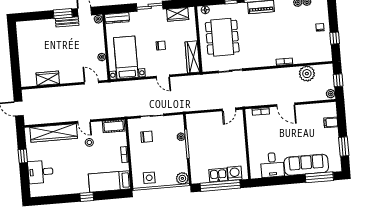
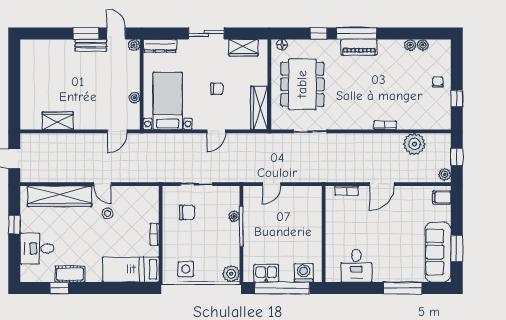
door: (163, 76) -> (216, 131), hinge flipped
door: (91, 82) -> (117, 131), swing flipped
door: (286, 105) -> (382, 184), hinge flipped
door: (229, 109) -> (272, 184), moved
filing cabinet: (331, 122) -> (442, 197), moved
cot: (114, 126) -> (70, 274), moved
sofa: (306, 165) -> (438, 252), moved, turned -90
kitchen sink: (218, 175) -> (266, 273), moved
window: (319, 177) -> (403, 288), moved
window: (87, 197) -> (59, 288), moved

